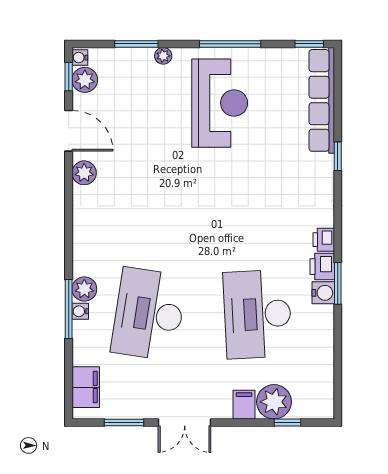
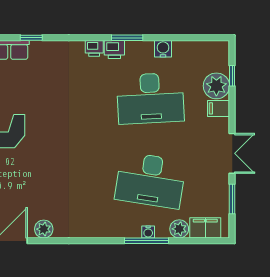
plant: (84, 289) -> (179, 229), moved
water cooler: (323, 293) -> (163, 49), moved

